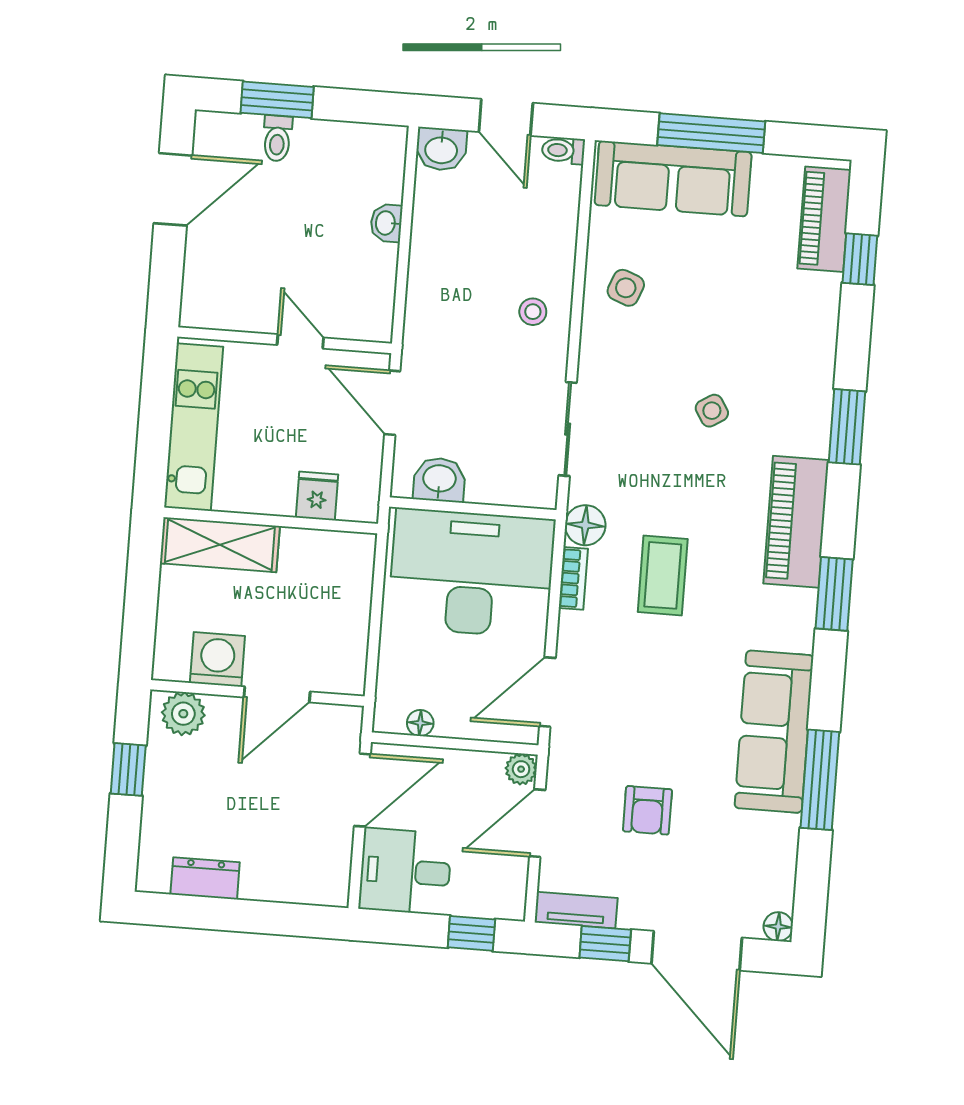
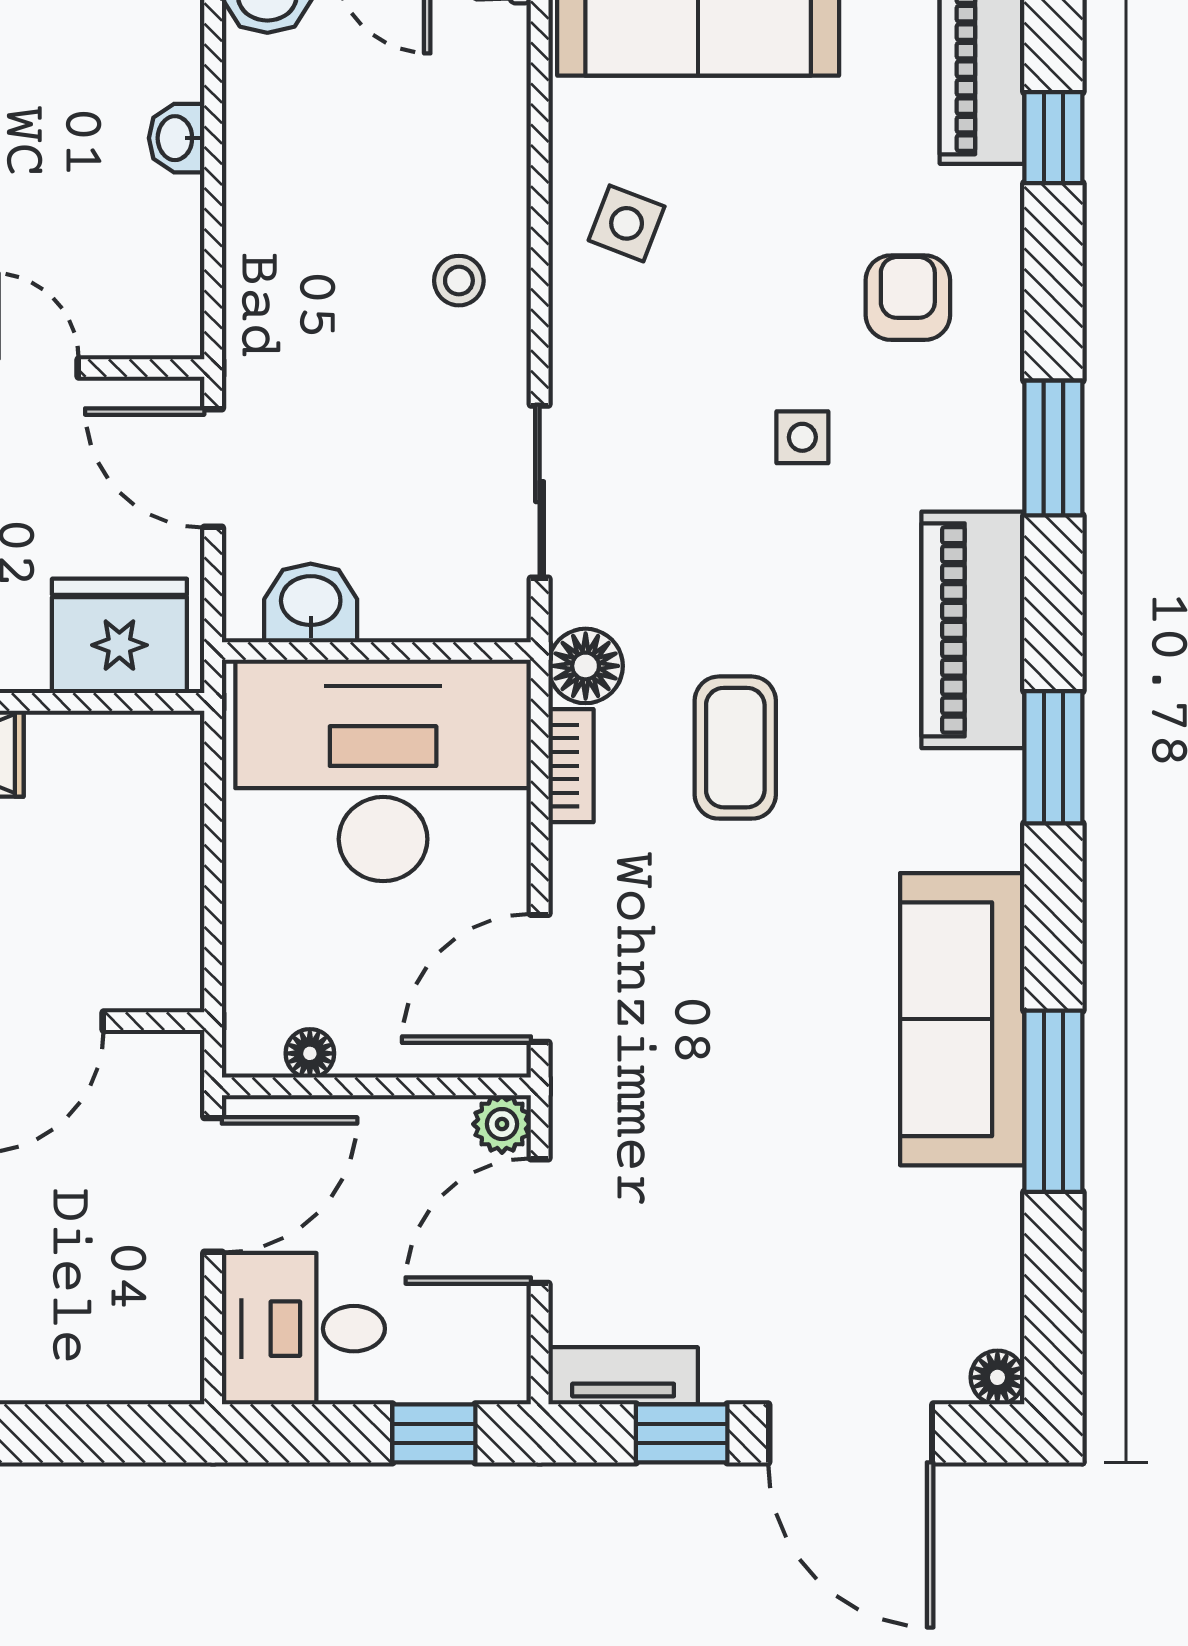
side table: (712, 411) -> (802, 437), turned 32
fridge: (317, 496) -> (119, 636), width x1.88, depth x1.34
armchair: (647, 810) -> (908, 298), moved, turned 180

